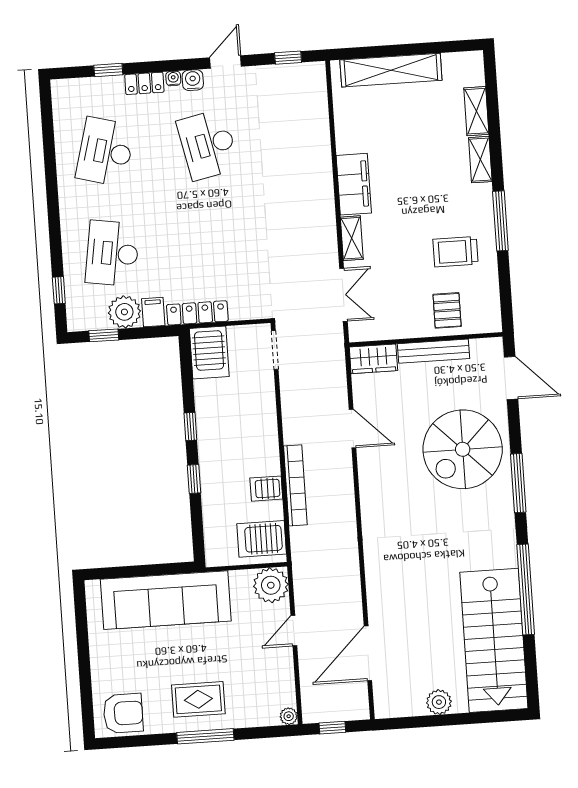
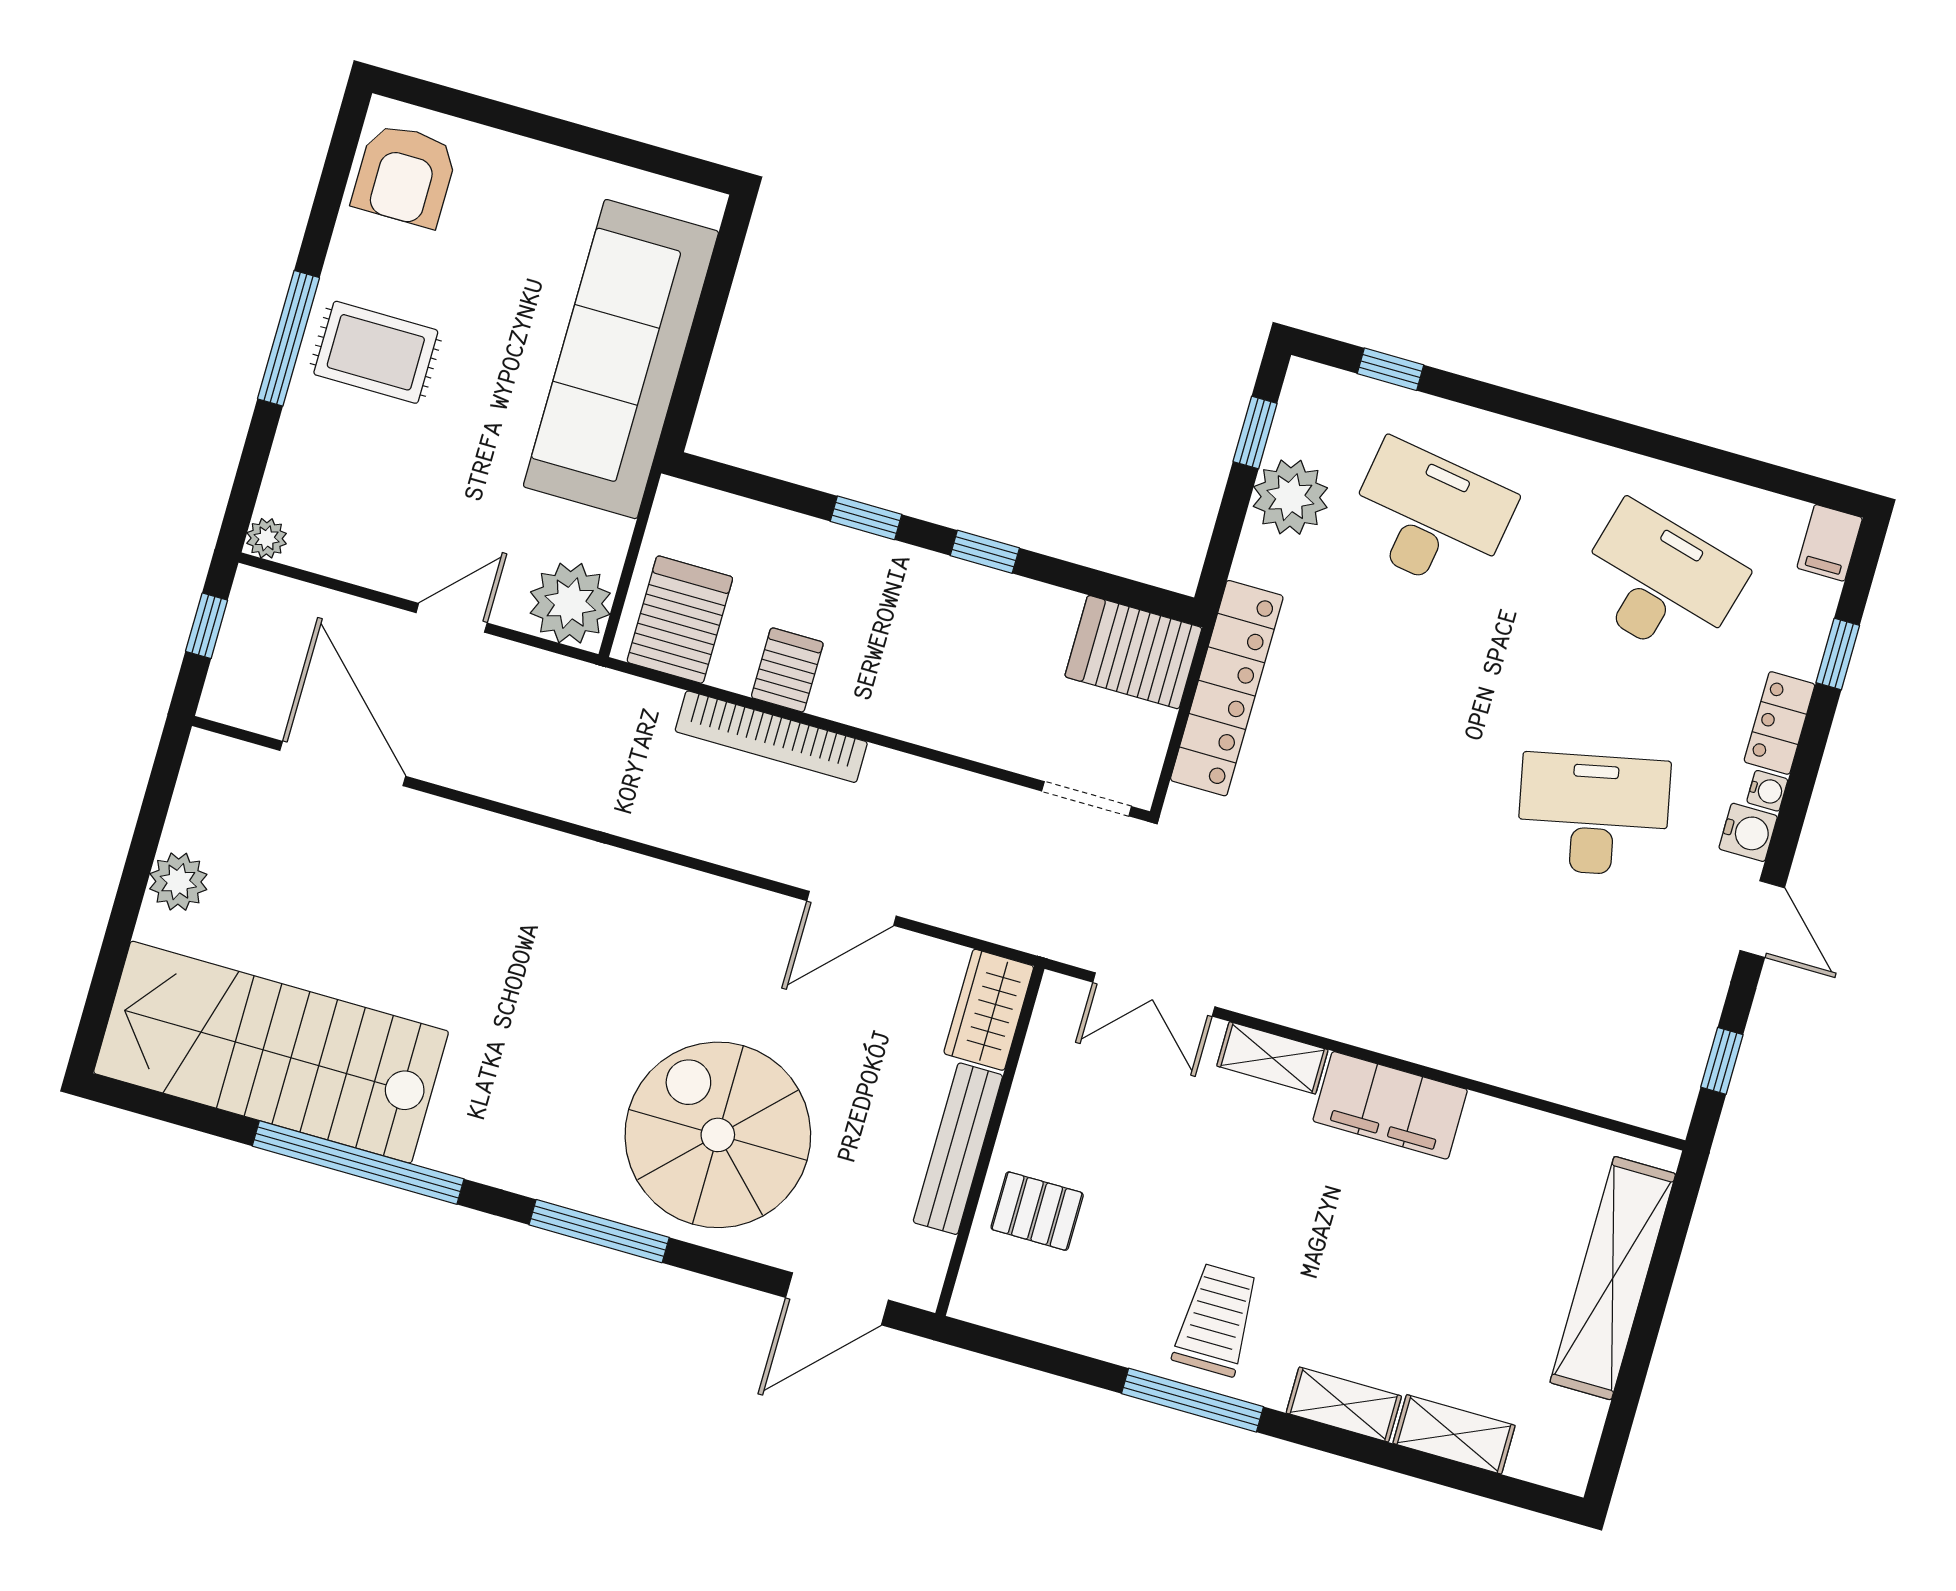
trolley: (455, 252) -> (1216, 1320), moved
filing cabinet: (153, 312) -> (1830, 543), moved, turned 90
locker: (197, 313) -> (1227, 688), width x1.41, depth x1.21
door: (294, 631) -> (452, 618), hinge flipped
rug: (198, 699) -> (376, 352), turned 90

